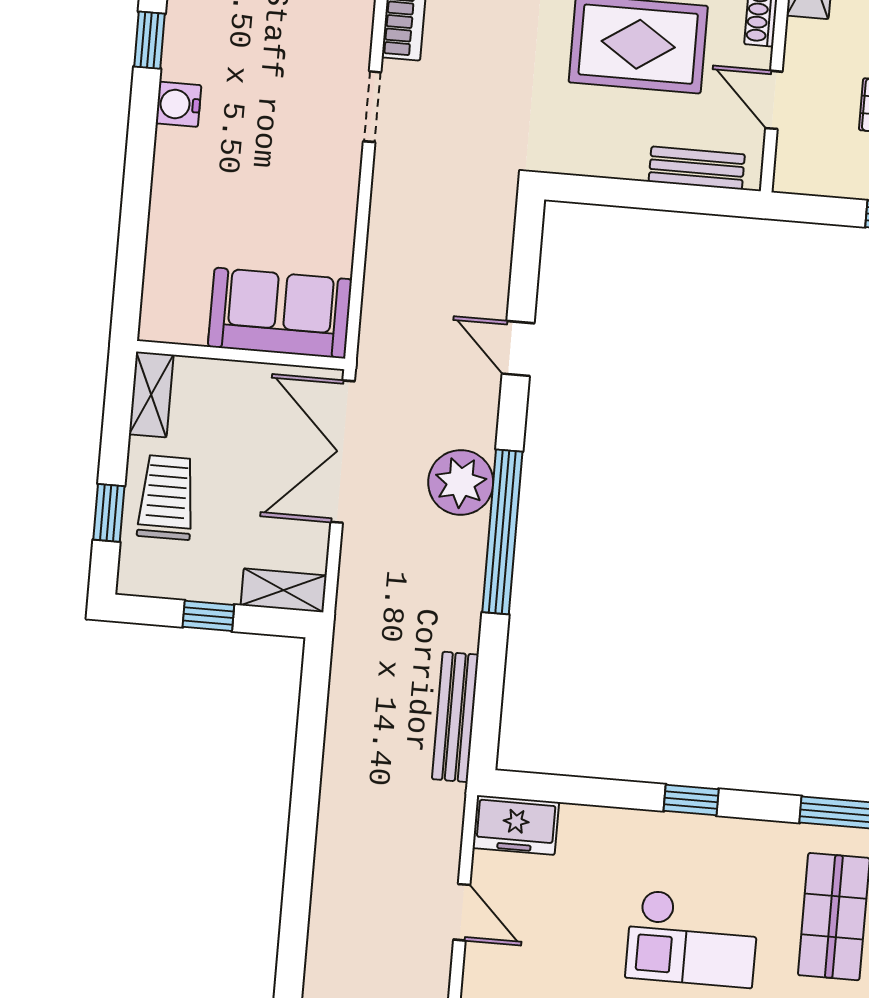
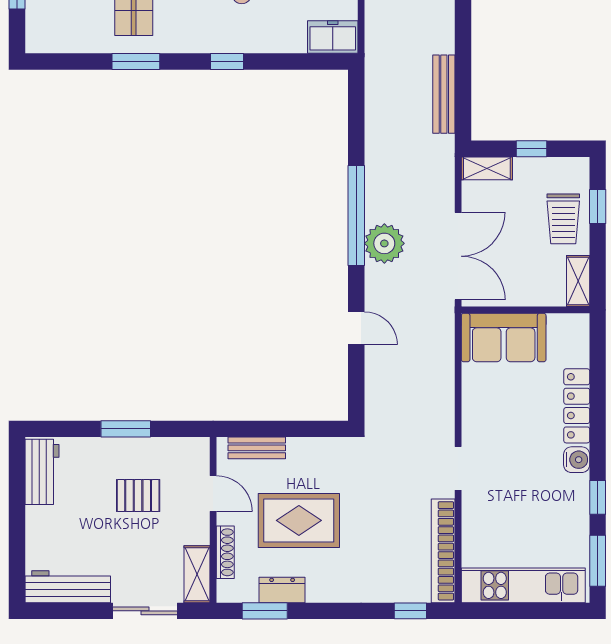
locker: (171, 192) -> (577, 406), added
bench: (455, 717) -> (444, 94), moved

